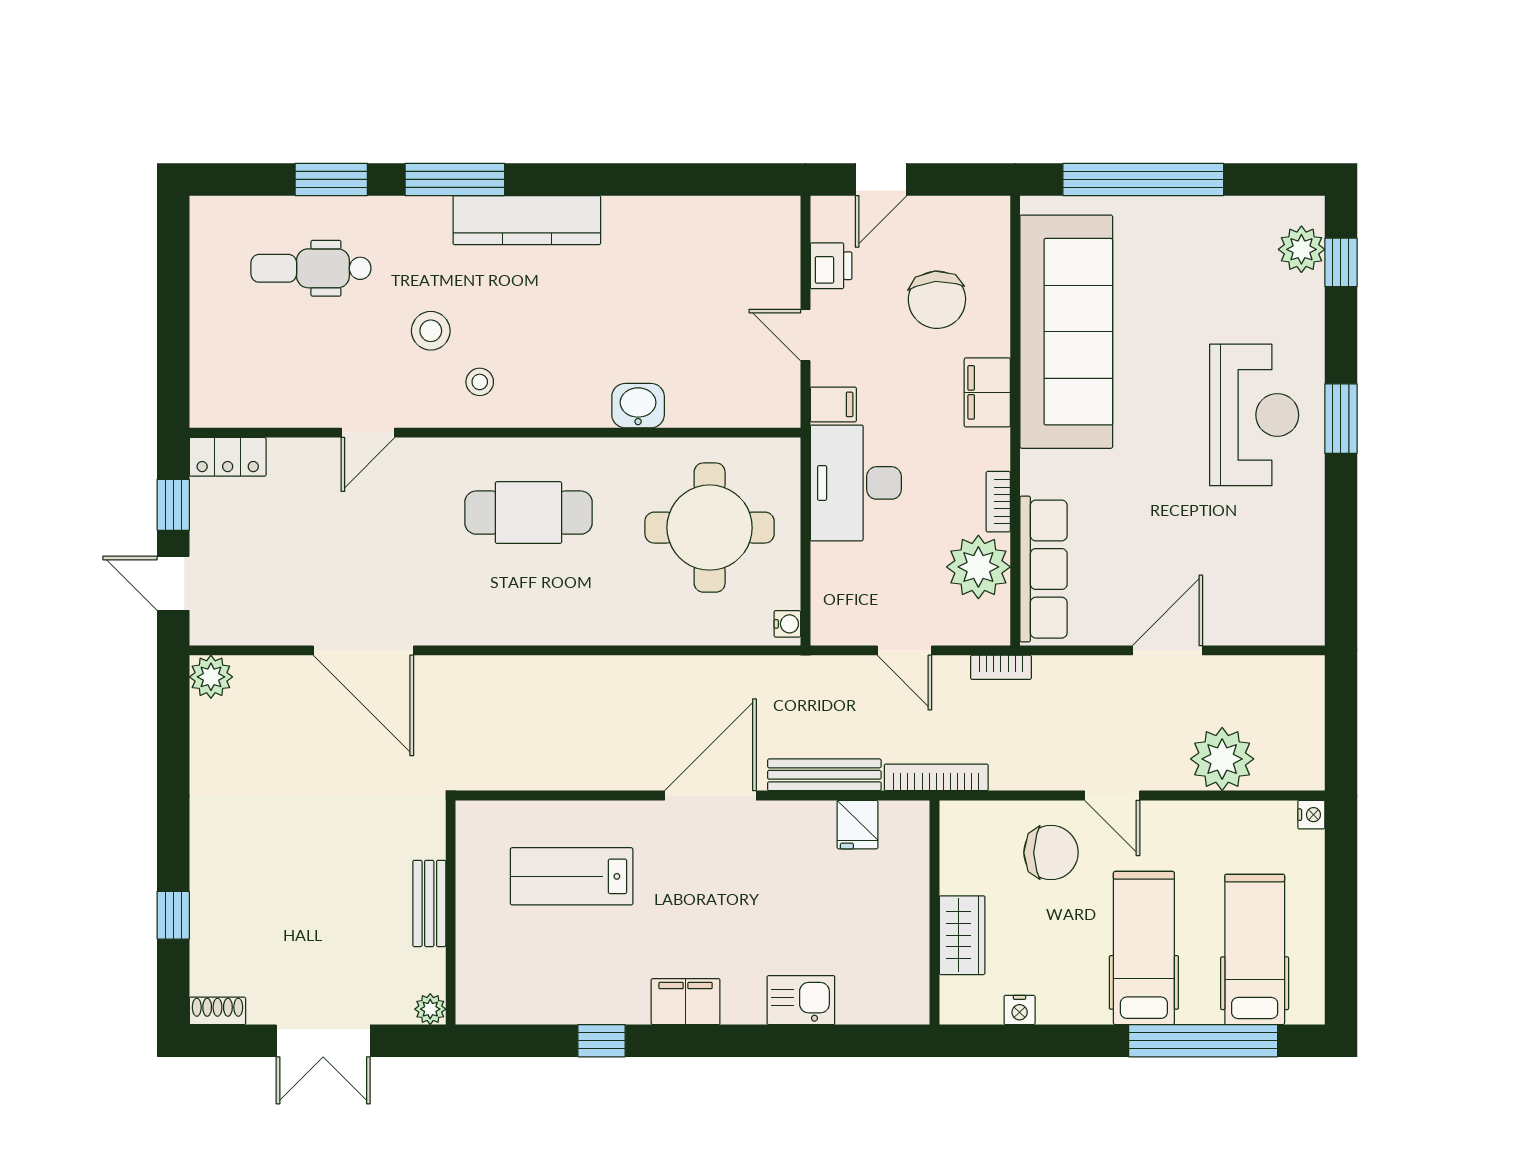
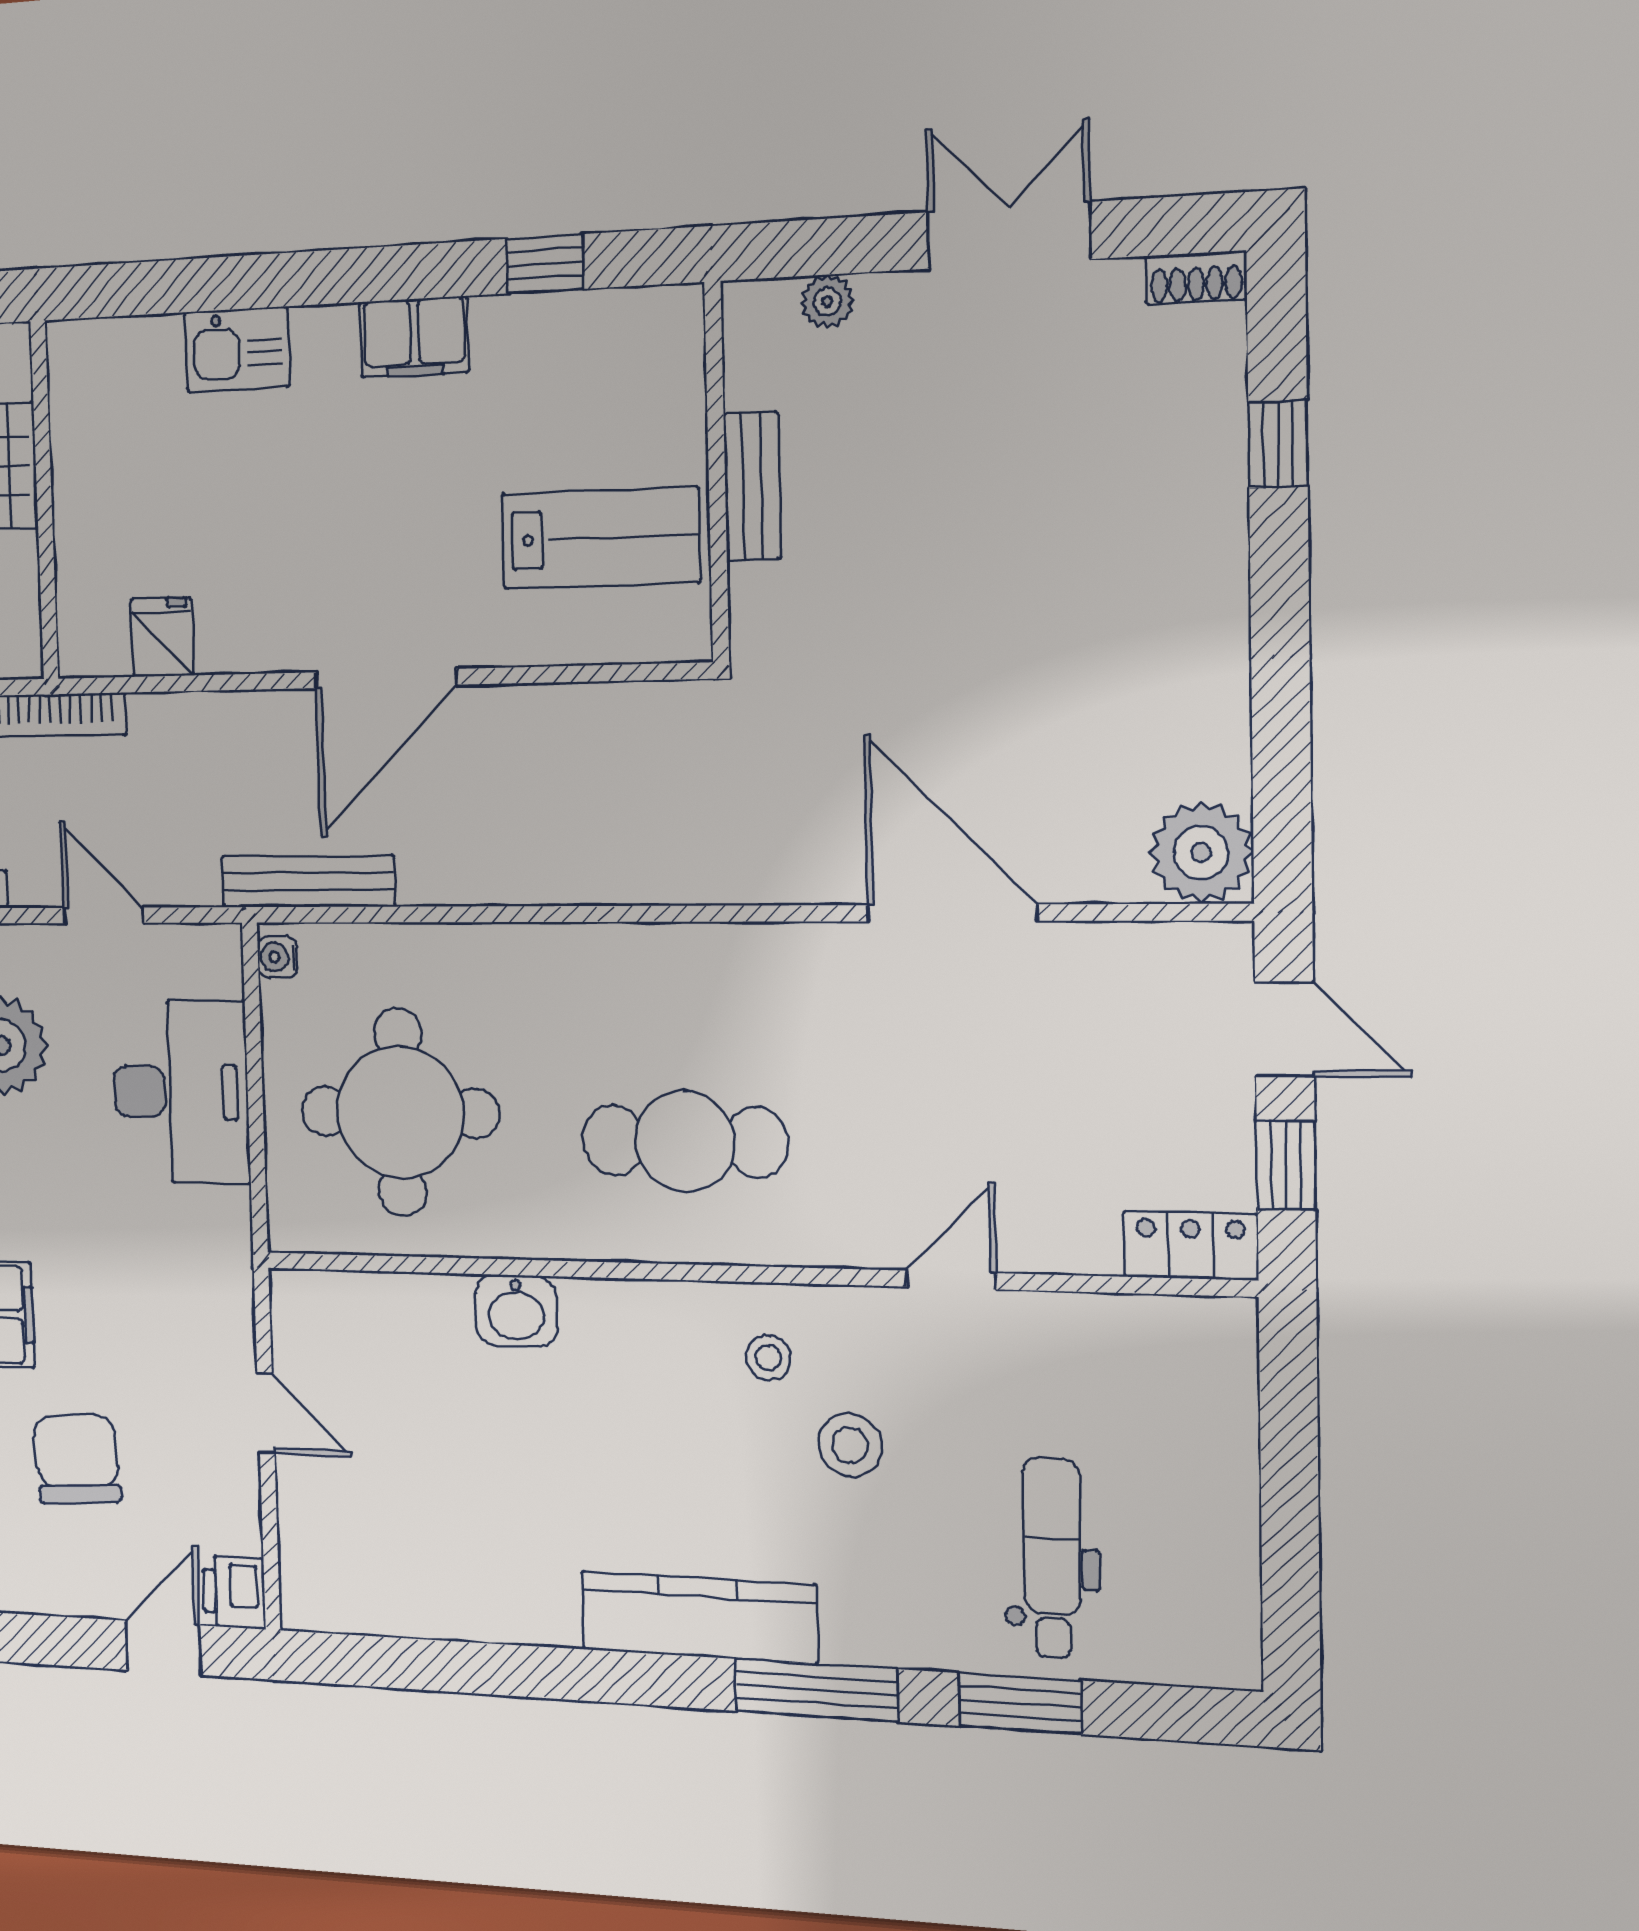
printer: (831, 266) -> (234, 1592), moved
dental chair: (311, 268) -> (1052, 1558), turned -90
filing cabinet: (833, 404) -> (221, 1303), removed
desk: (856, 483) -> (181, 1092), moved
plant: (211, 677) -> (1201, 853), width x1.36, depth x1.36
bench: (824, 775) -> (308, 881), moved
bench: (429, 903) -> (752, 486), moved
wall: (451, 912) -> (717, 473), moved

